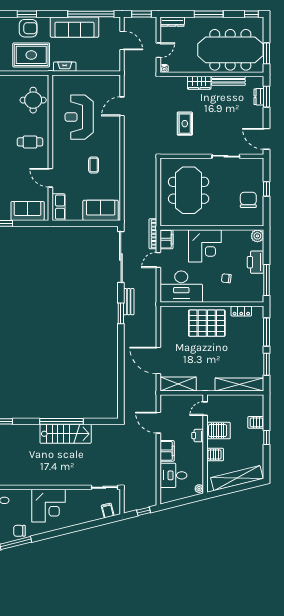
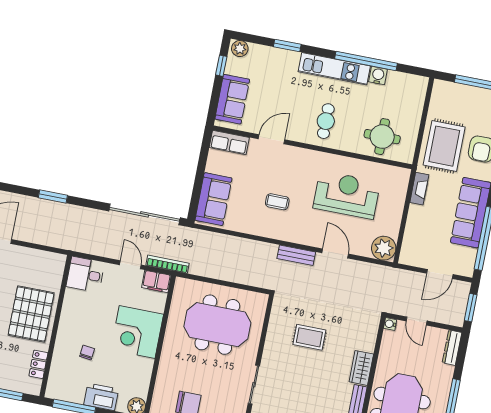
plant: (112, 84) -> (384, 248), added
door: (122, 106) -> (335, 253), moved
desk: (181, 287) -> (85, 274), width x0.53, depth x0.77
bench: (129, 302) -> (296, 255), moved
window: (121, 313) -> (53, 196), moved

